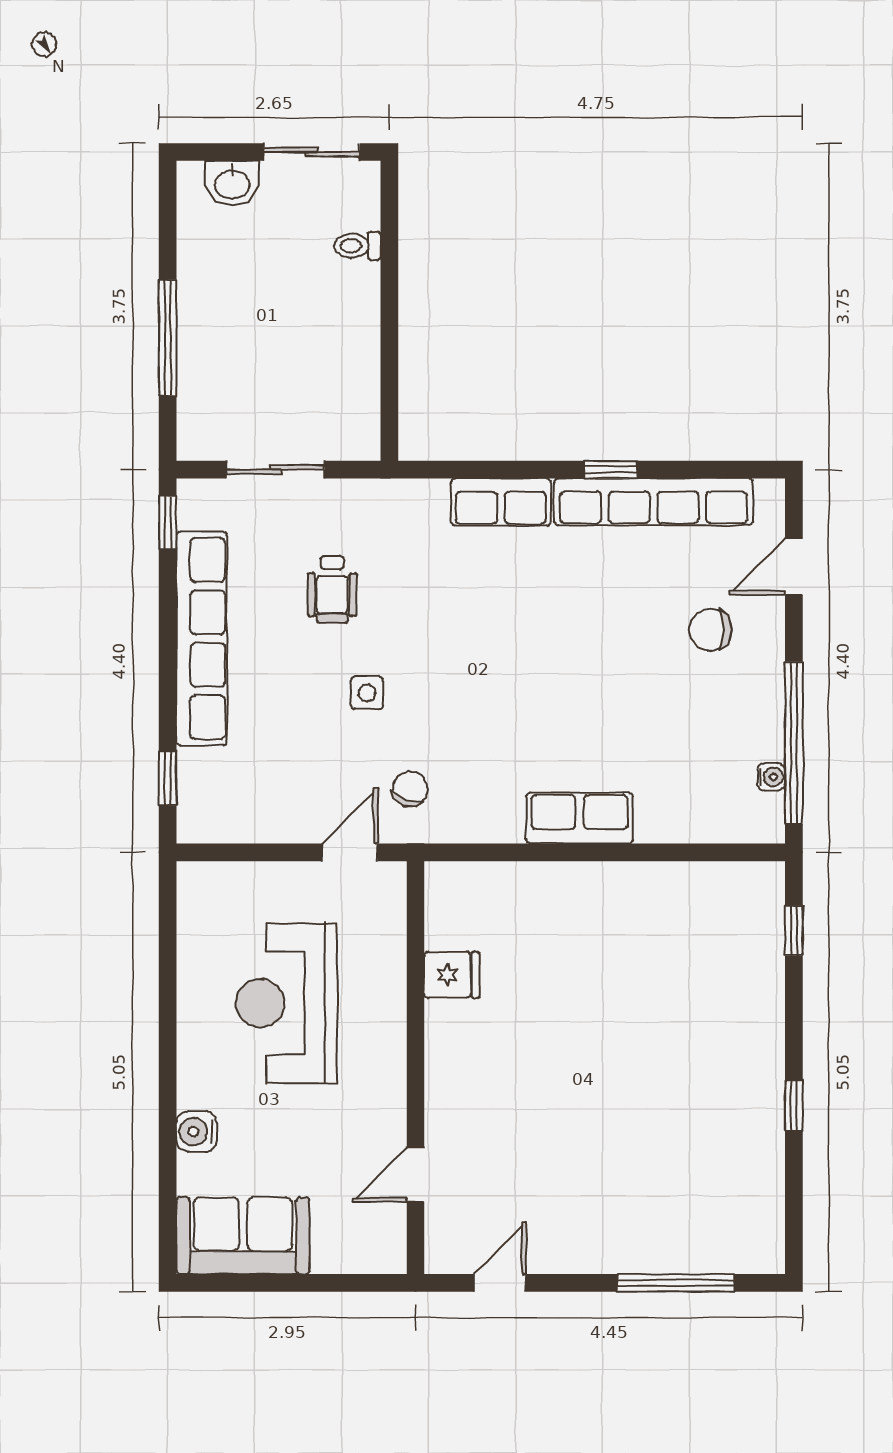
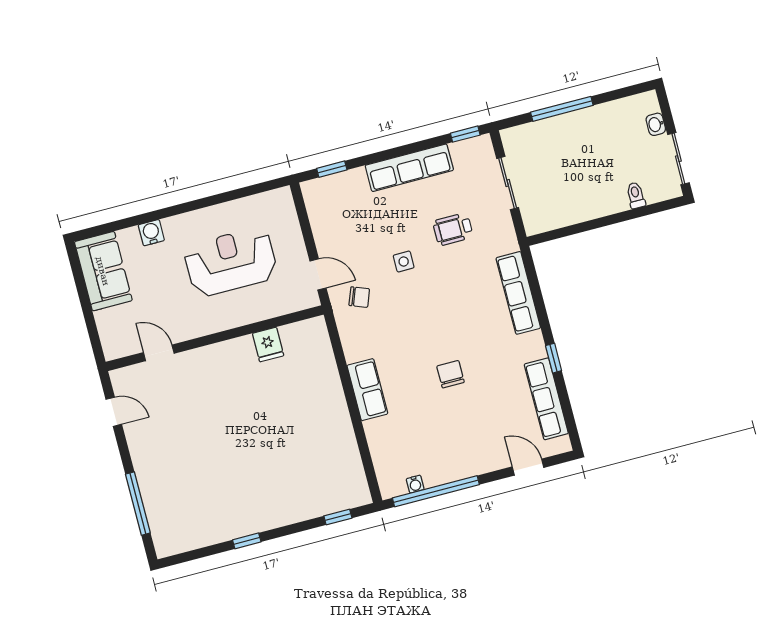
washbasin: (232, 183) -> (656, 124), width x0.72, depth x0.69
row of seats: (501, 502) -> (518, 293), width x1.48
row of seats: (654, 502) -> (546, 399), width x0.73
chair: (711, 630) -> (451, 374), moved
row of seats: (202, 639) -> (409, 168), width x0.73

